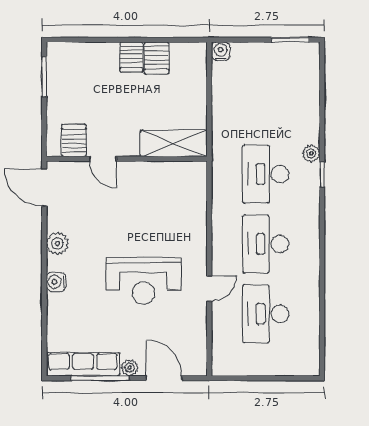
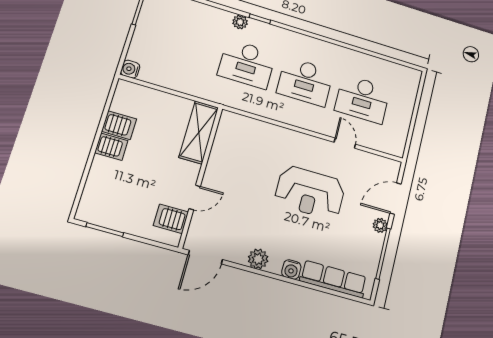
reception desk: (143, 281) -> (310, 193), turned 90
door: (209, 289) -> (345, 143), moved
row of seats: (83, 364) -> (333, 279), moved, turned 90

